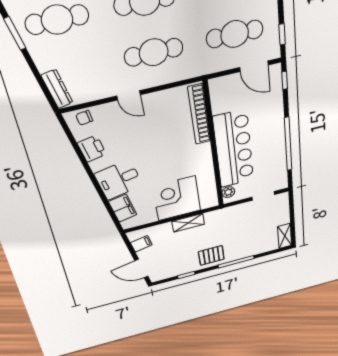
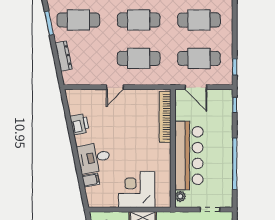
door: (254, 66) -> (196, 87), moved
dresser: (57, 89) -> (64, 56), moved
door: (129, 95) -> (115, 87), hinge flipped
chair: (84, 118) -> (80, 97), removed
filing cabinet: (123, 208) -> (91, 180), width x0.50

